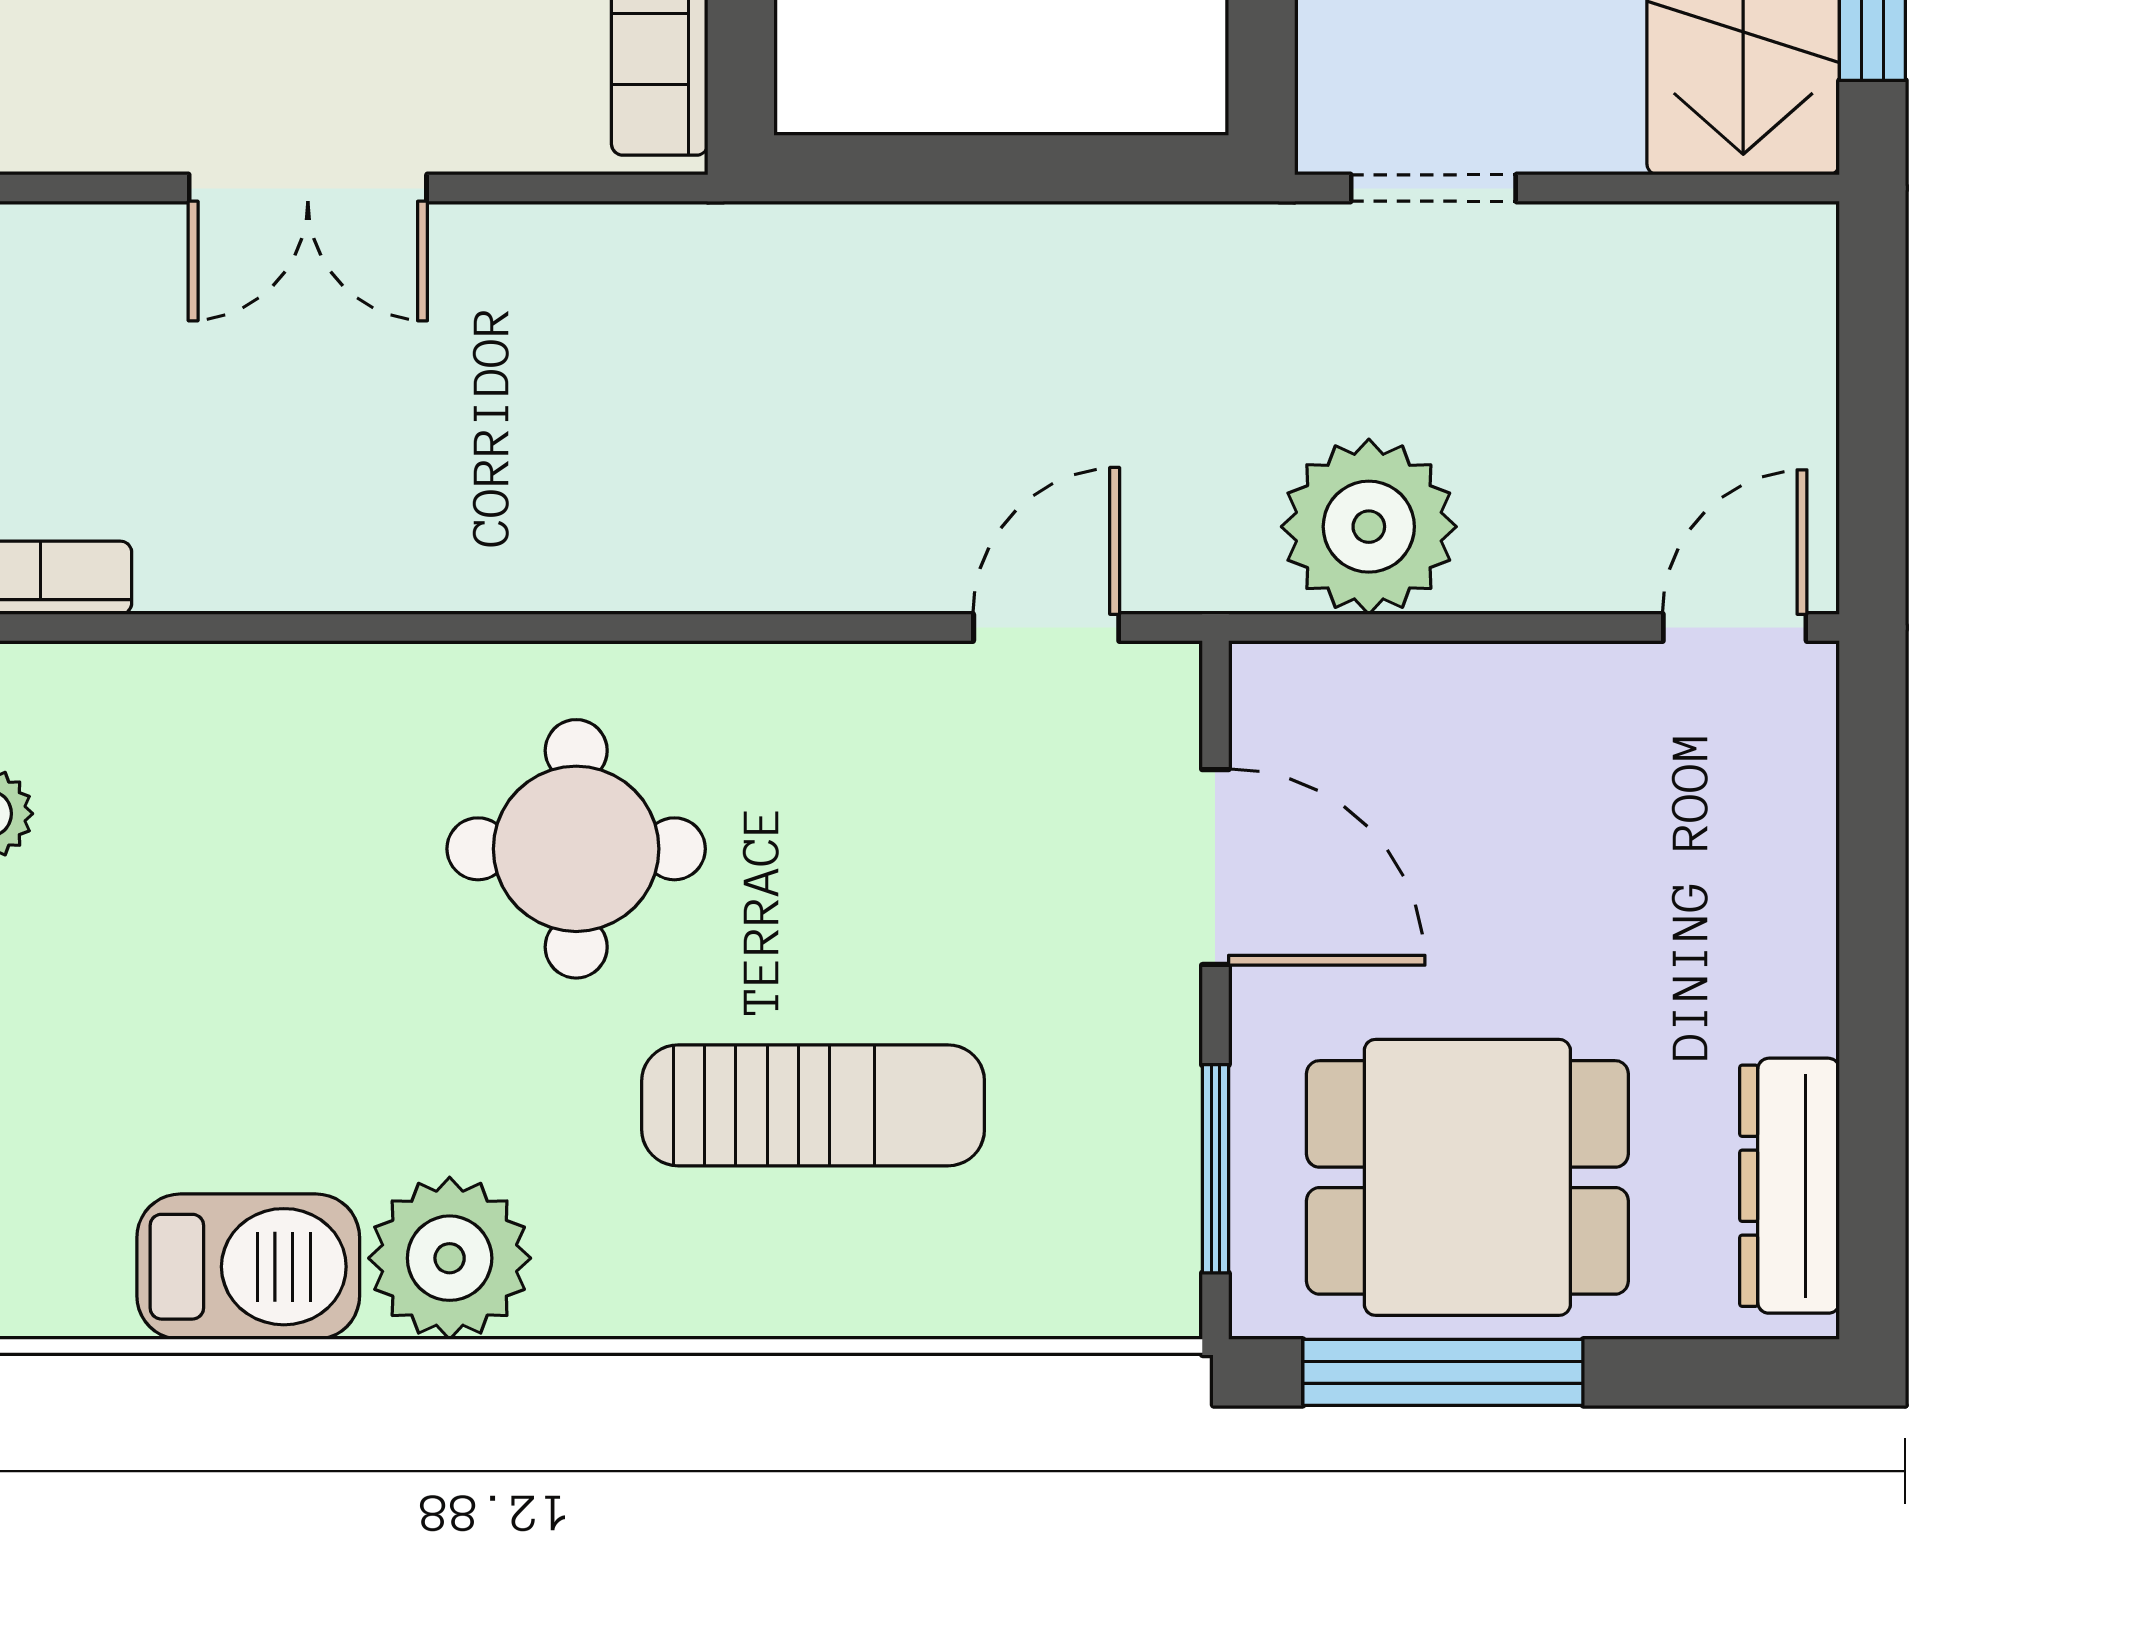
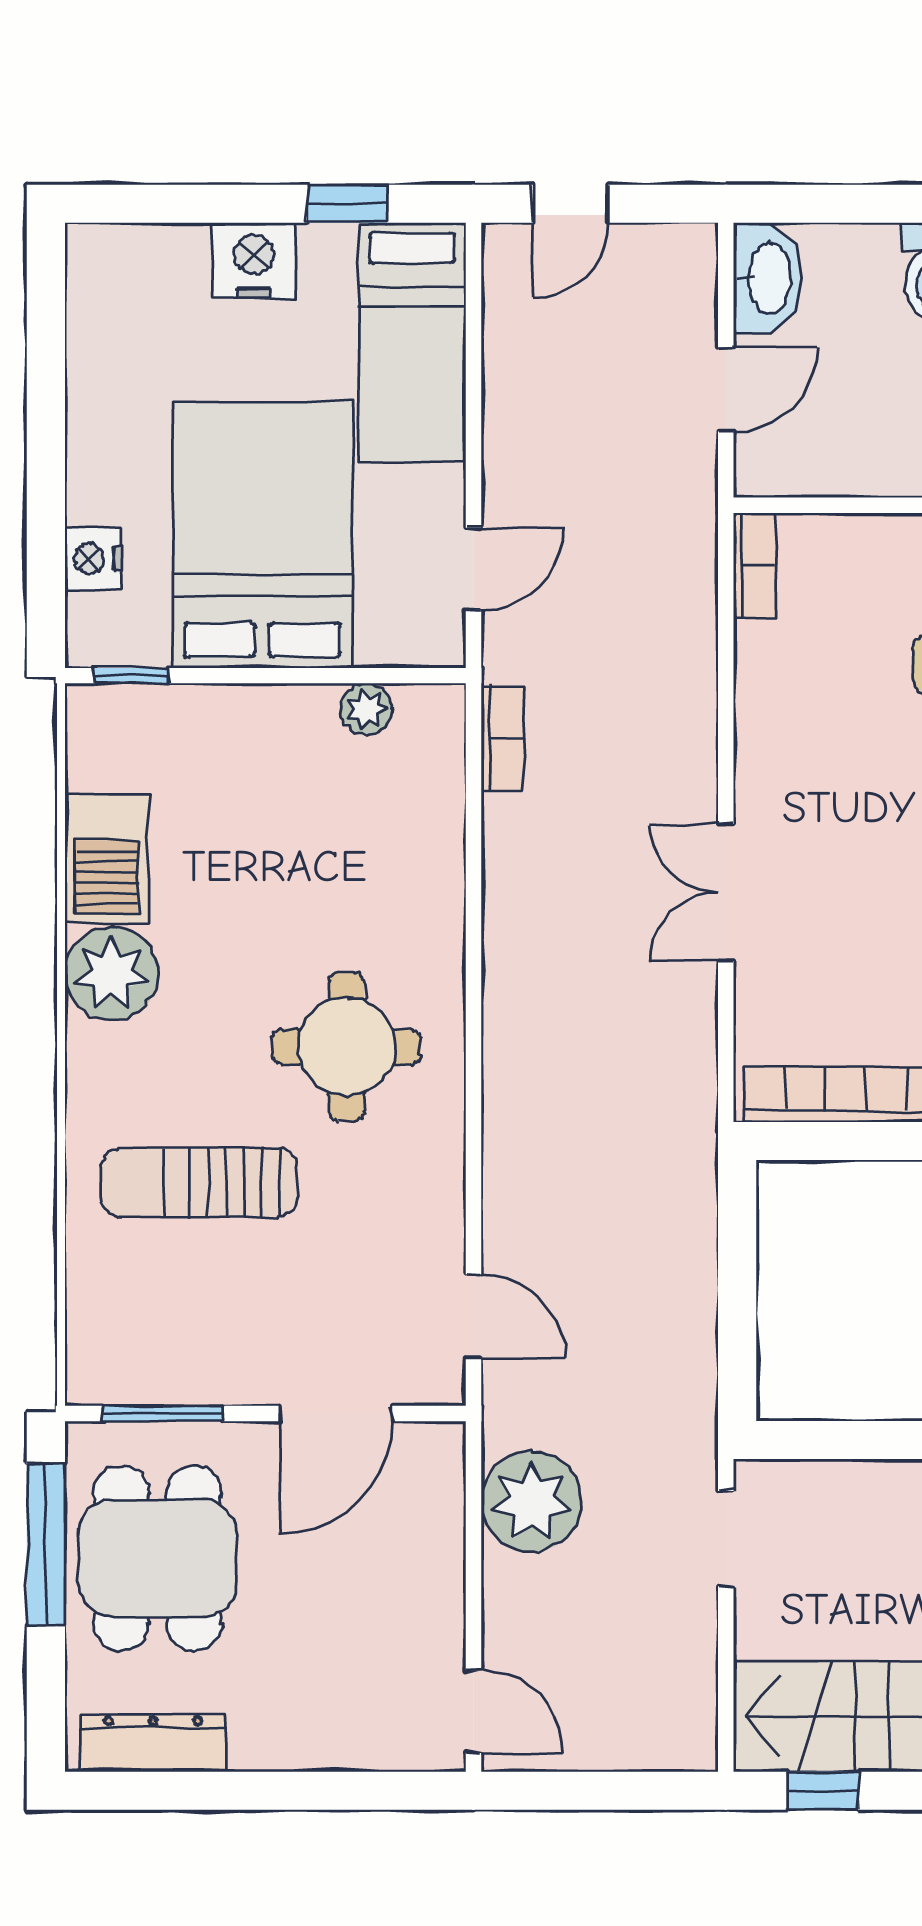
sun lounger: (813, 1105) -> (199, 1183), turned 90

